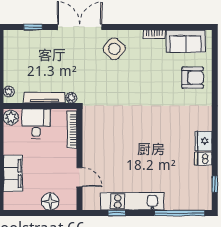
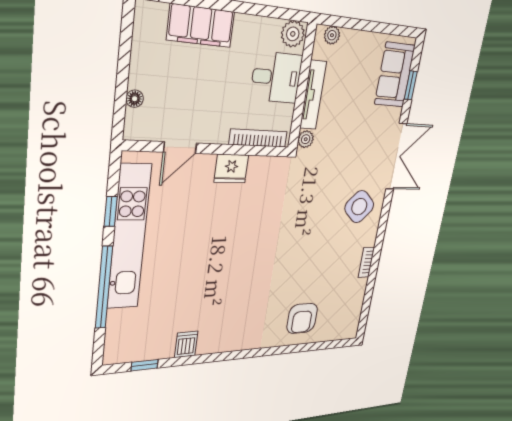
sofa: (186, 41) -> (395, 75), moved
fridge: (203, 141) -> (231, 169), moved, turned 180
floor lamp: (50, 201) -> (135, 99), width x0.53, depth x0.53
kitchen unit: (132, 201) -> (129, 237), width x1.36
window: (180, 213) -> (104, 288), moved

